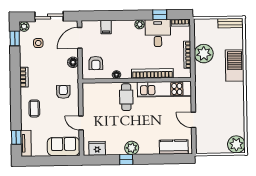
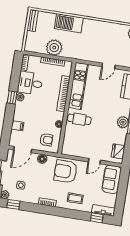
window: (160, 15) -> (12, 97), moved
door: (80, 38) -> (23, 150), hinge flipped
armchair: (63, 92) -> (66, 171), width x1.88, depth x1.88

